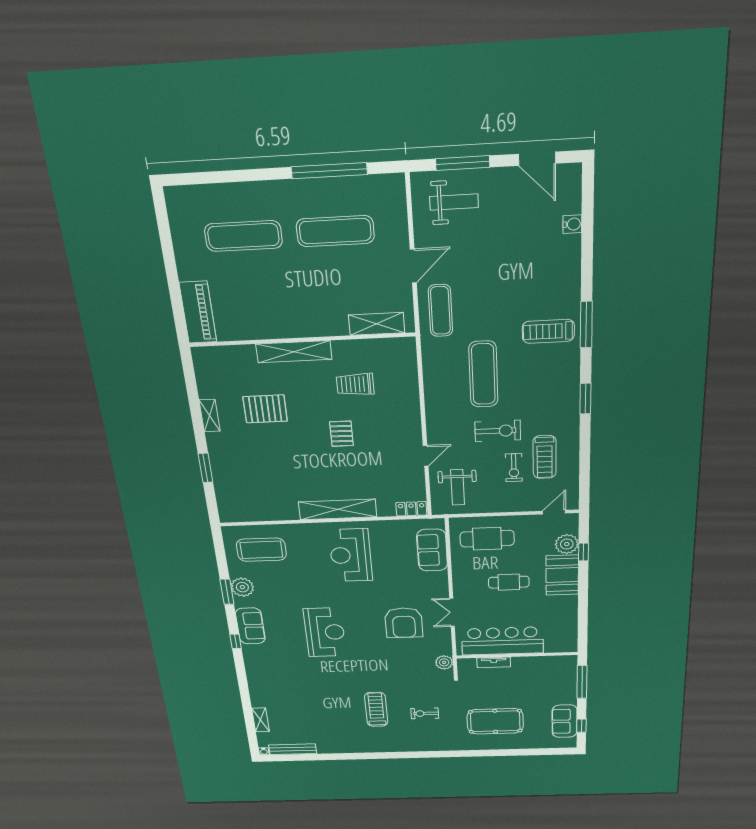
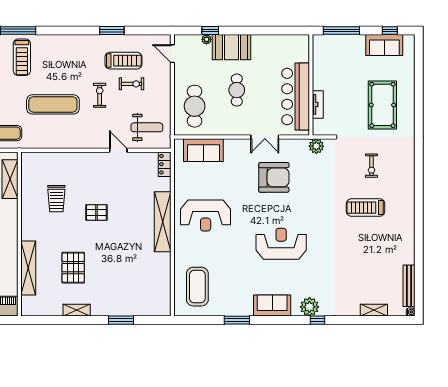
shelving: (294, 352) -> (28, 268), moved
window: (585, 399) -> (112, 30), moved
exercise bike: (498, 431) -> (100, 95), width x0.73, depth x0.72
plant: (567, 544) -> (207, 39), width x0.53, depth x0.53
plant: (242, 587) -> (309, 307), moved
window: (236, 641) -> (317, 320), moved

